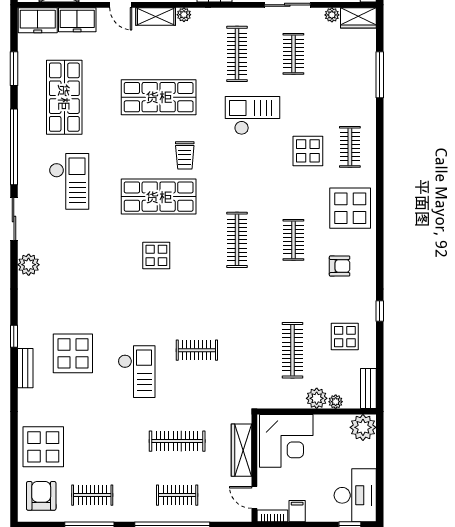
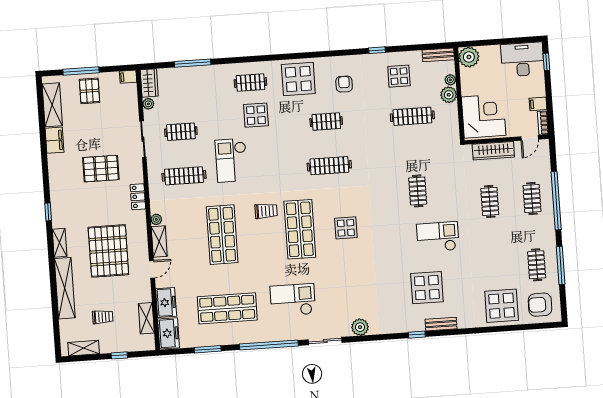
clothes rail: (177, 441) -> (490, 201), width x0.73

